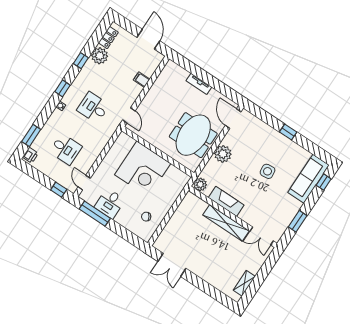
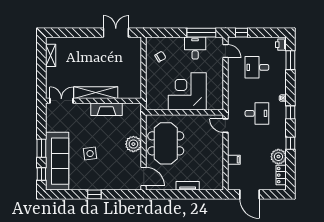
sofa: (309, 179) -> (57, 161), width x1.36, depth x1.27
plant: (200, 184) -> (135, 109), removed
window: (298, 221) -> (41, 148), moved

